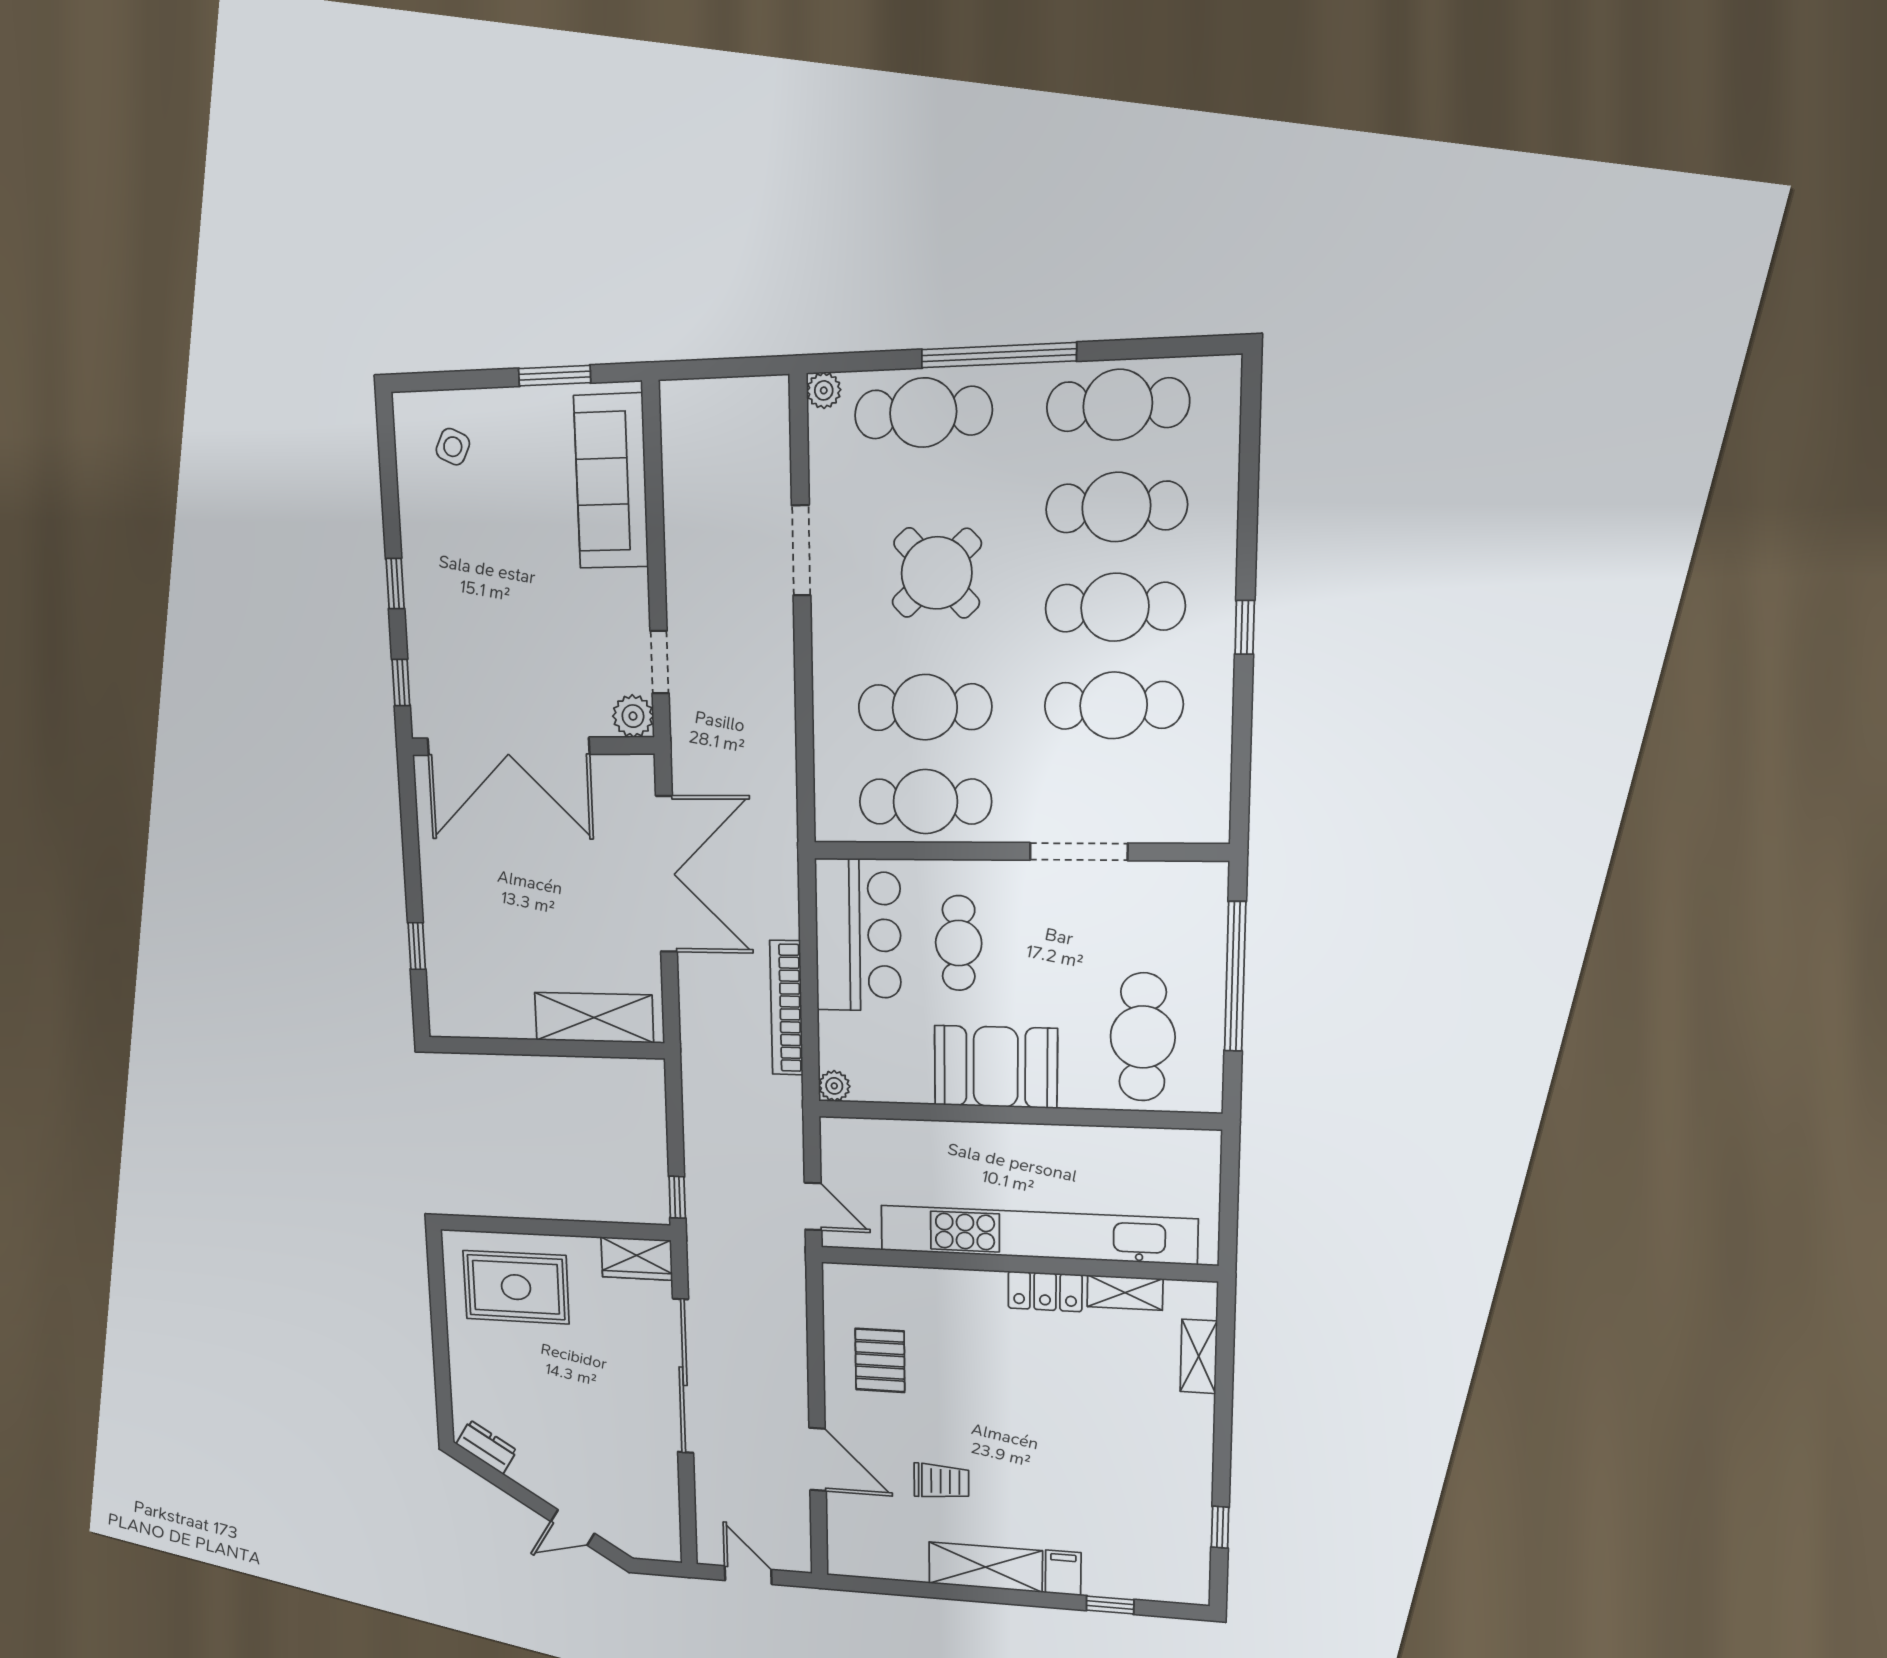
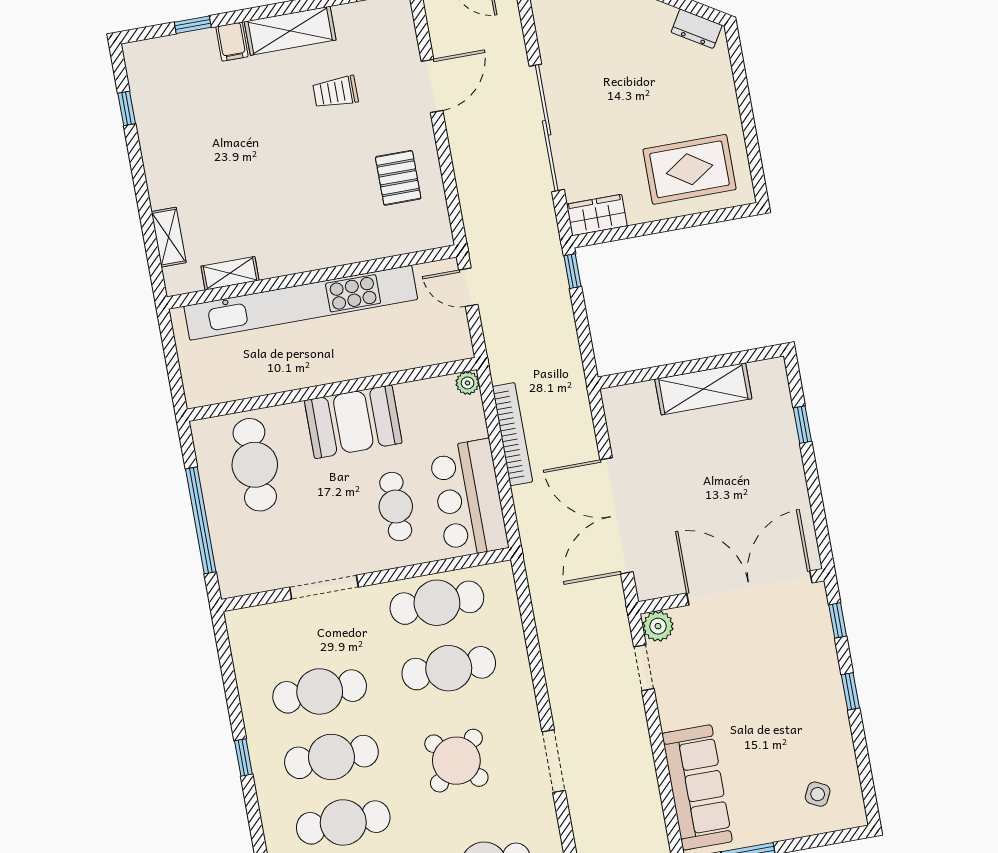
shelving: (594, 1018) -> (703, 389), moved
locker: (1045, 1291) -> (287, 261), removed
door: (818, 1459) -> (432, 86), swing flipped

